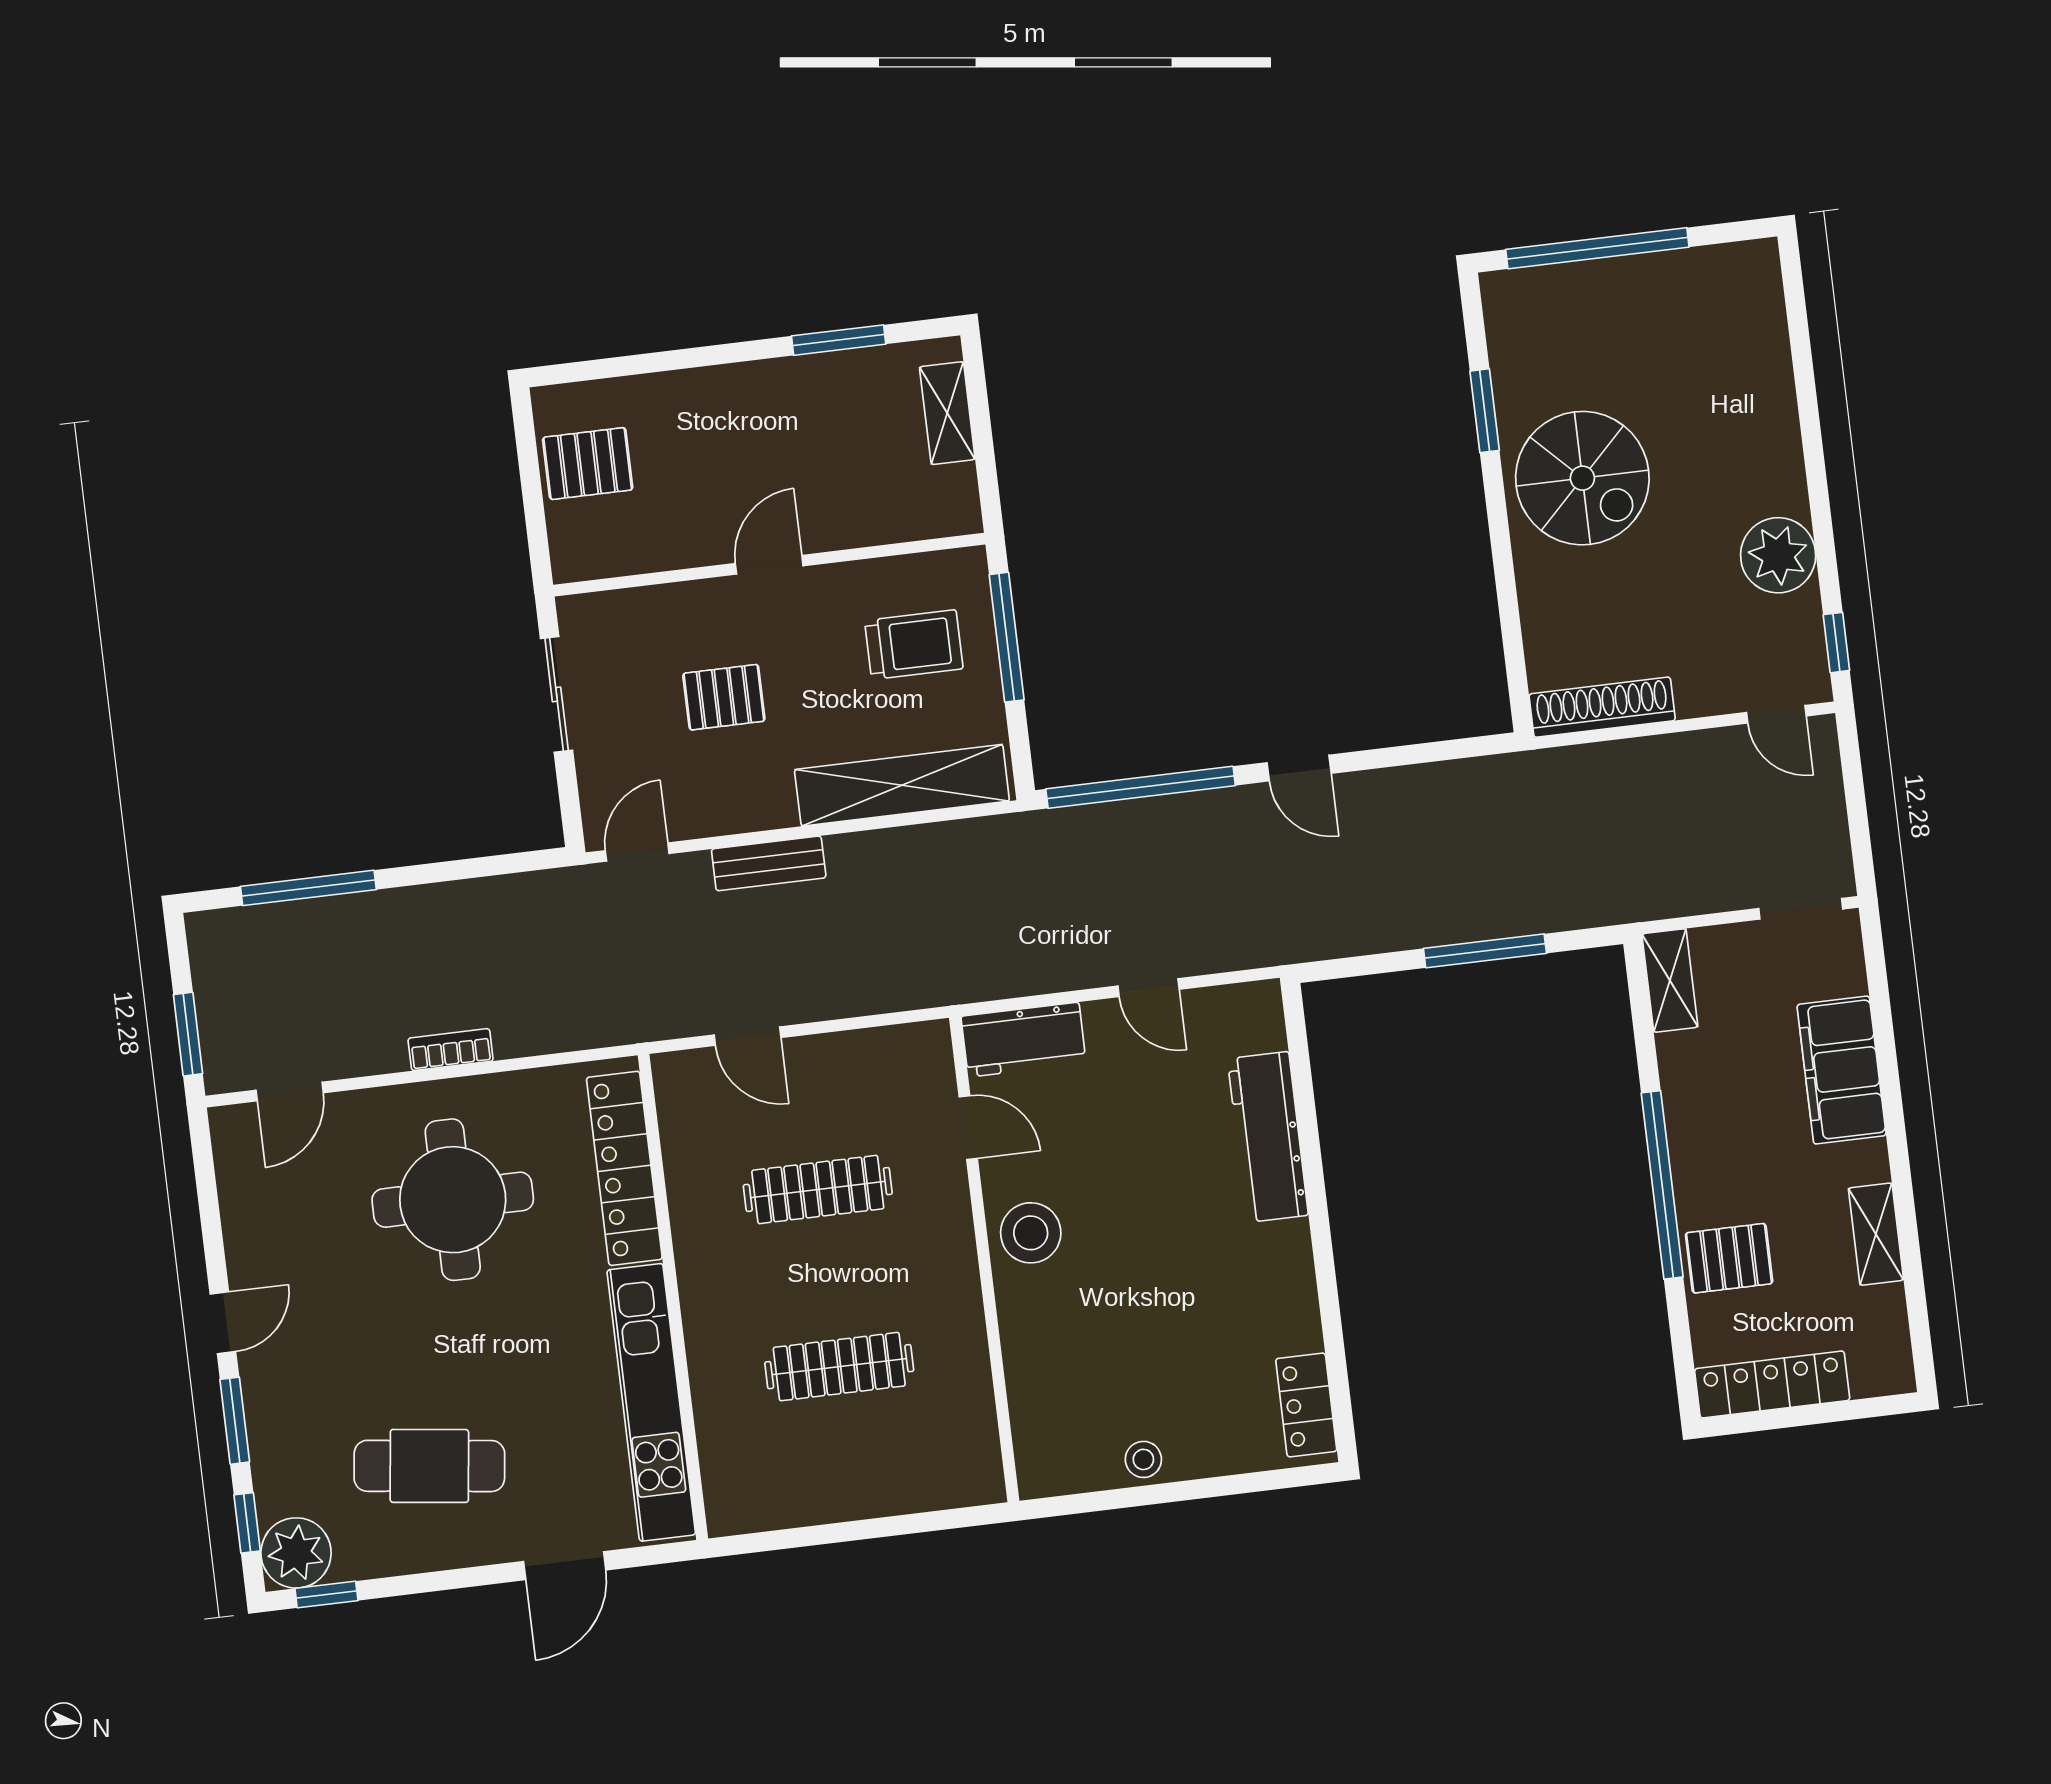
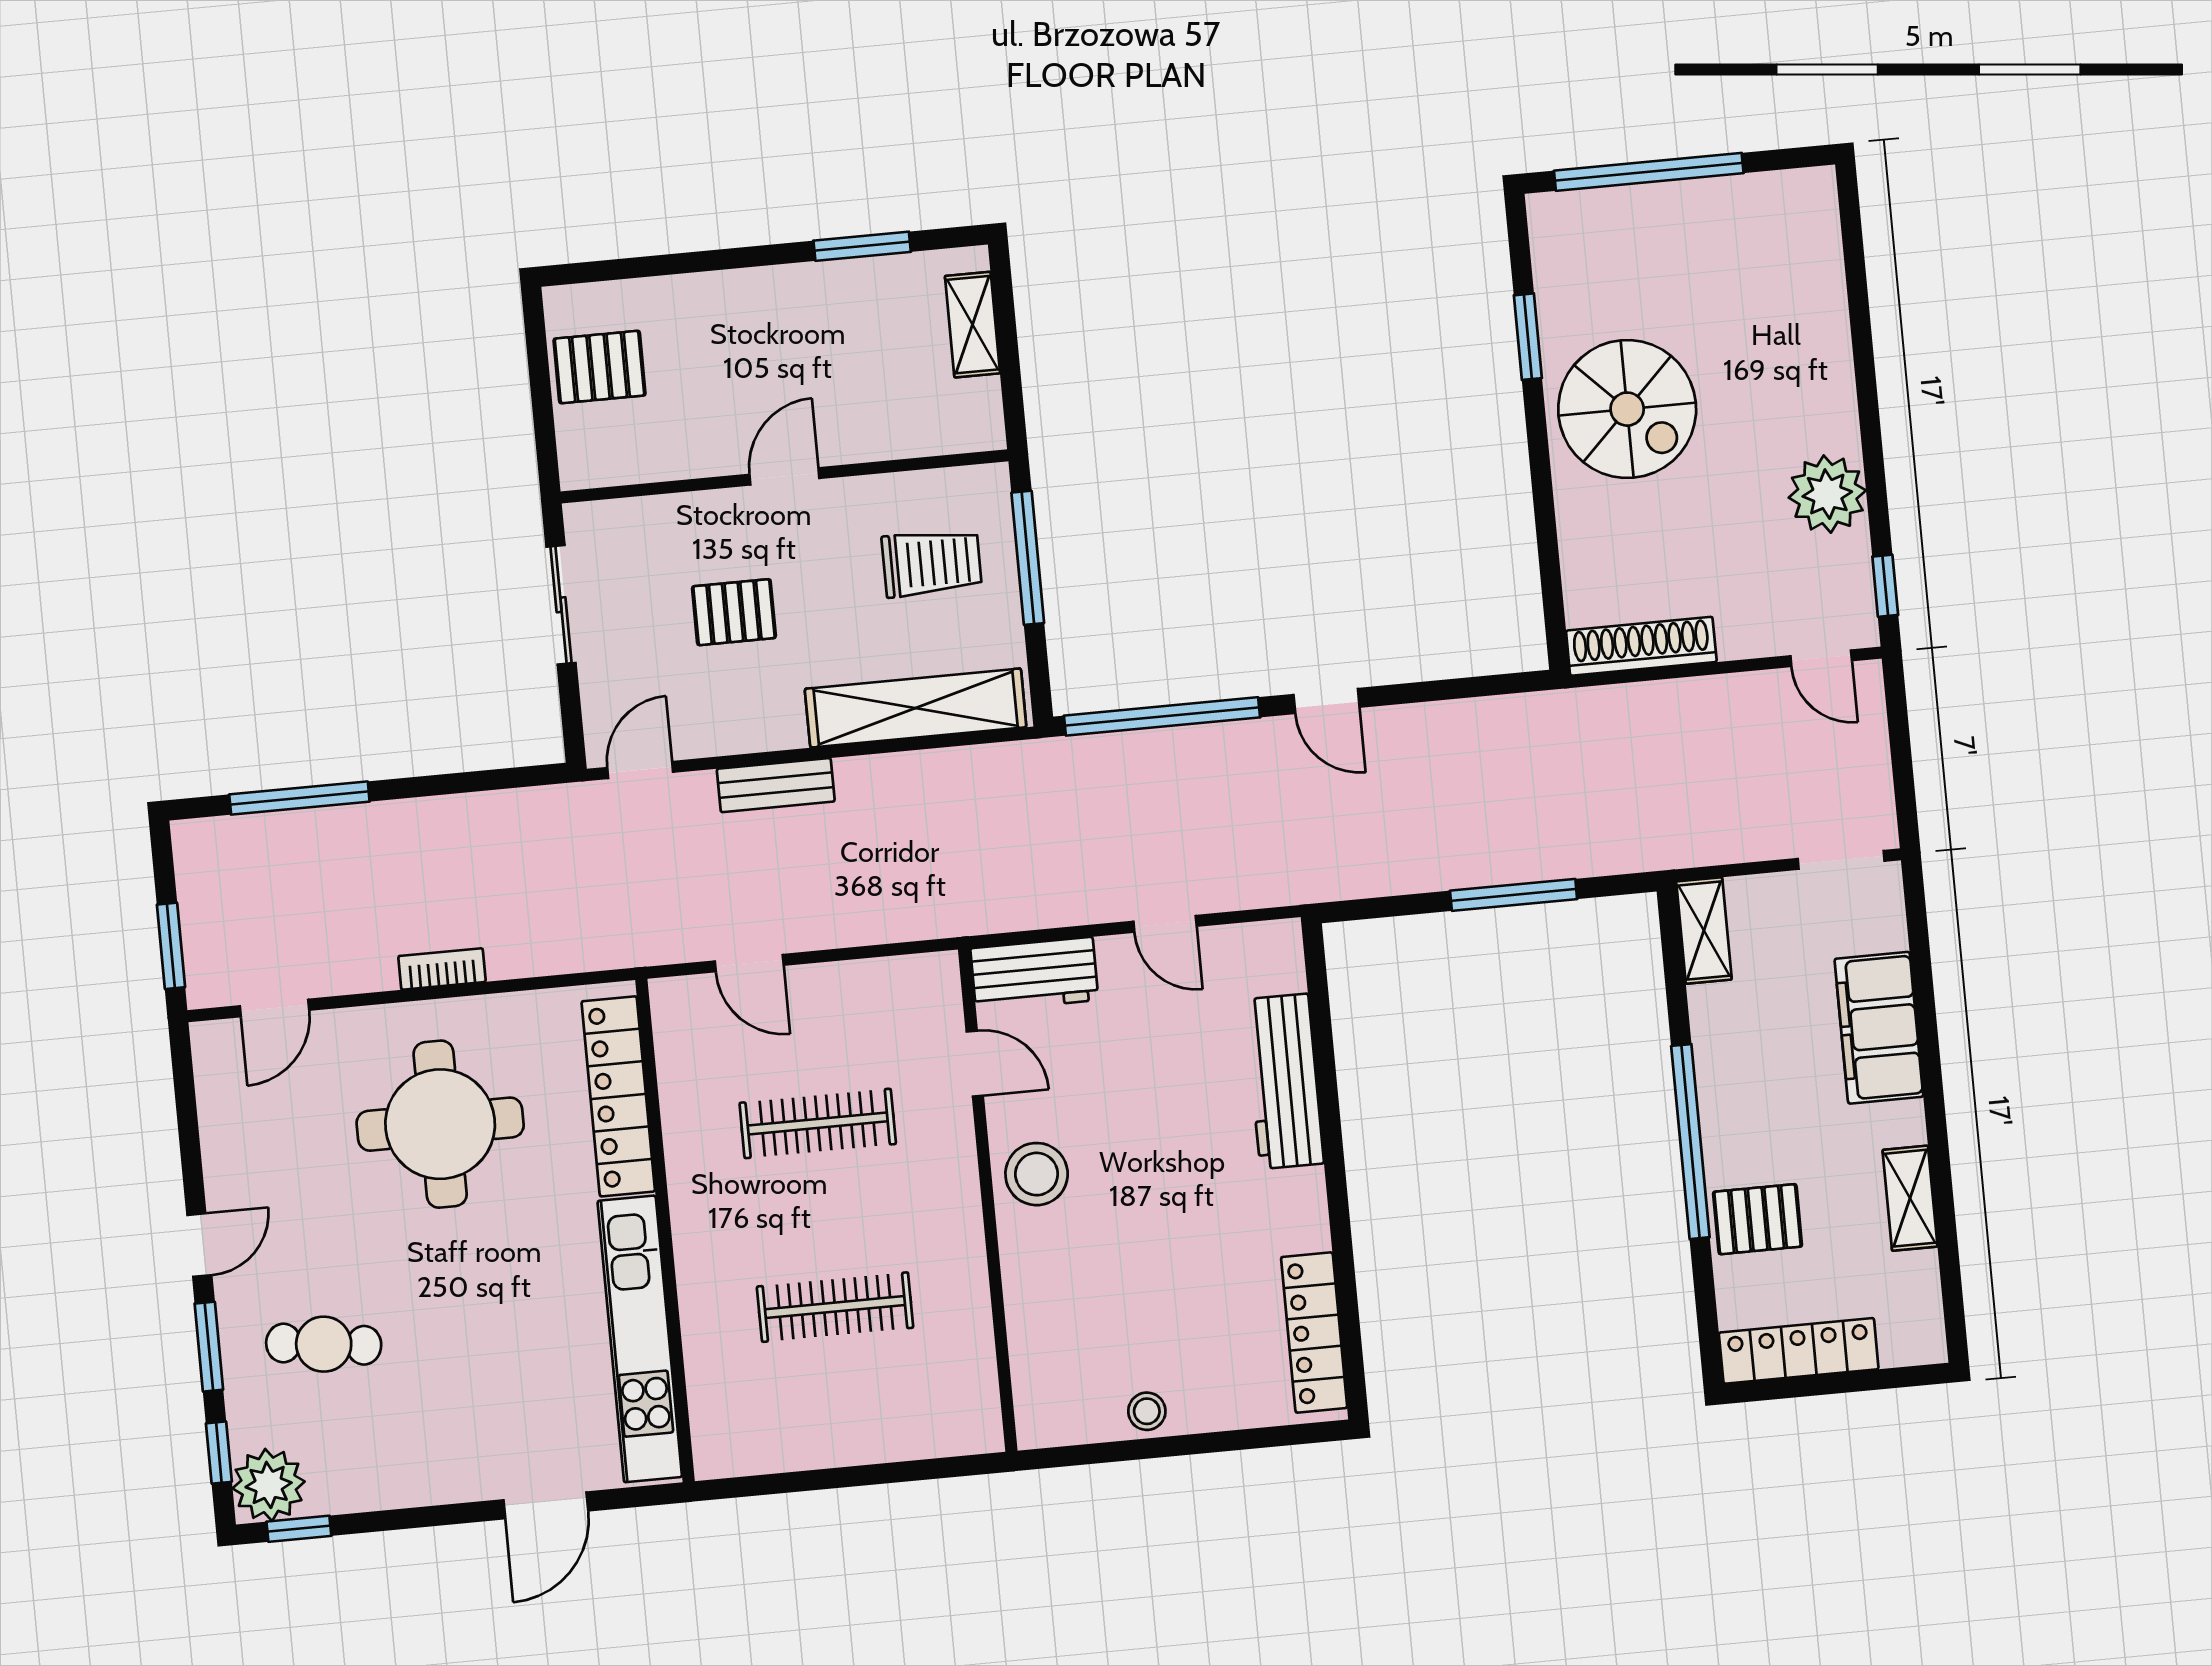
locker: (1306, 1405) -> (1314, 1333), width x1.53
cafe table: (429, 1466) -> (324, 1344), moved, width x0.73, depth x0.74

